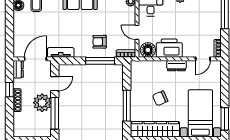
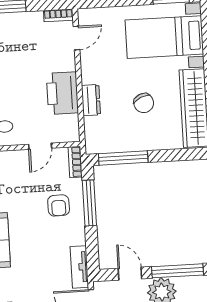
floor lamp: (148, 50) -> (67, 127), removed
door: (203, 59) -> (76, 38), hinge flipped
dresser: (176, 66) -> (91, 100), moved
window: (127, 106) -> (123, 158), moved

